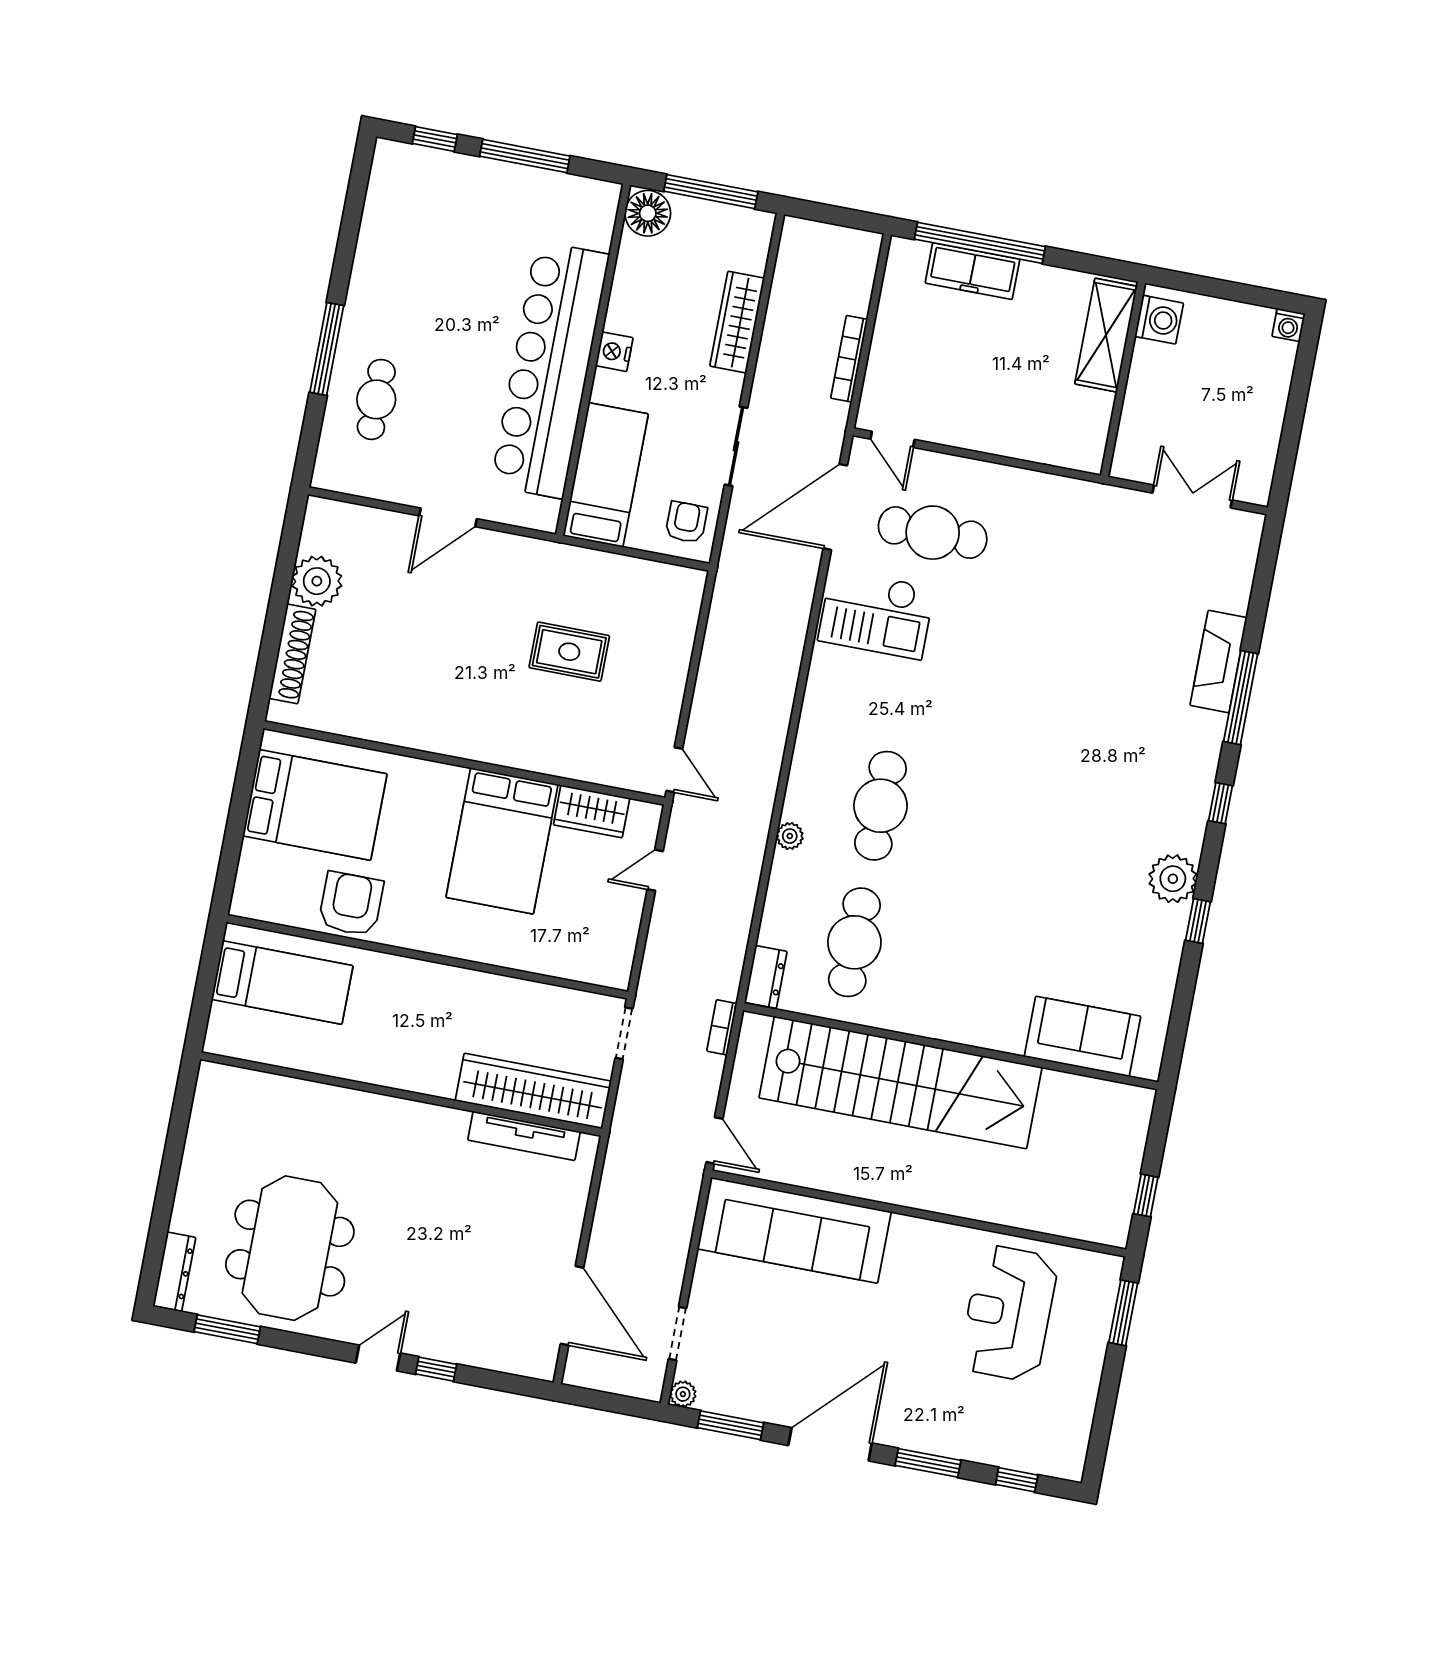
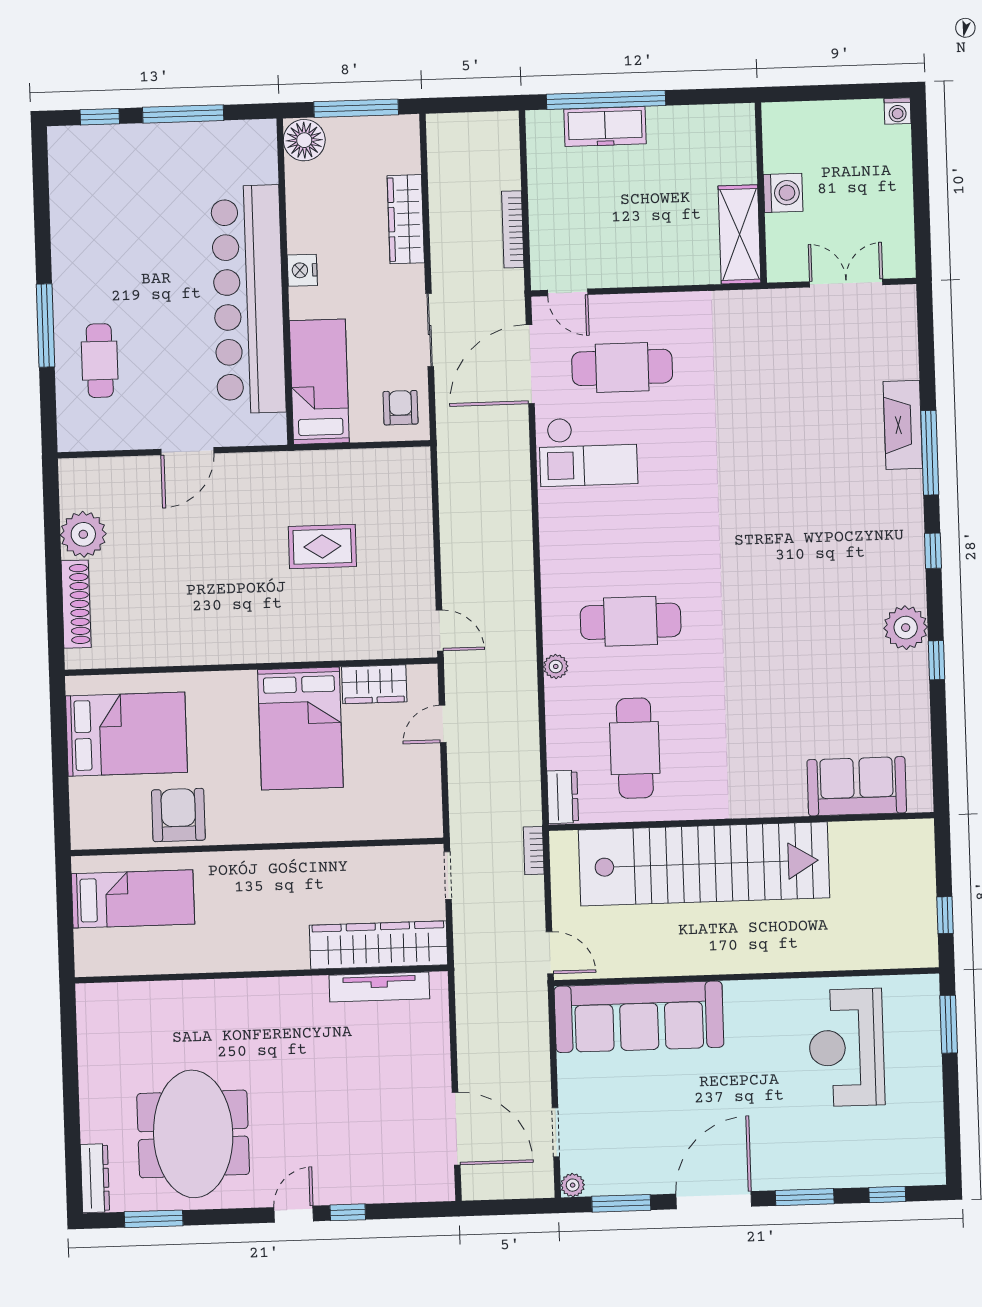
washing machine: (1159, 320) -> (783, 193), moved
shelving: (1106, 335) -> (740, 234), moved
cafe table: (880, 806) -> (631, 621), turned 90

